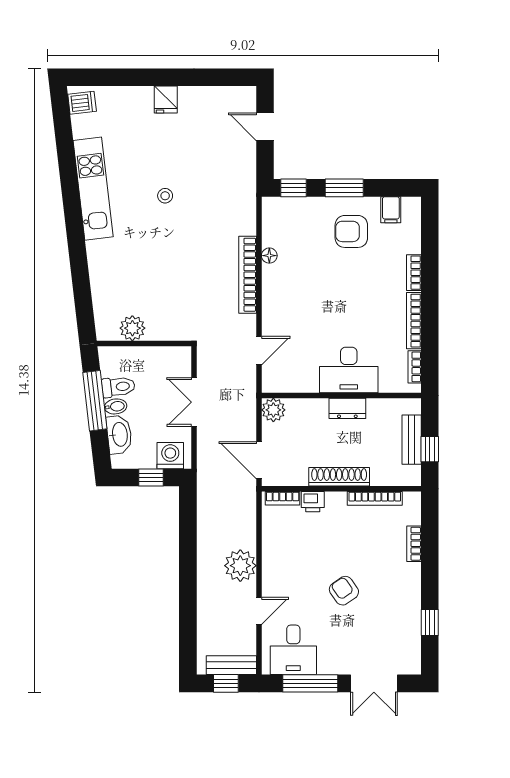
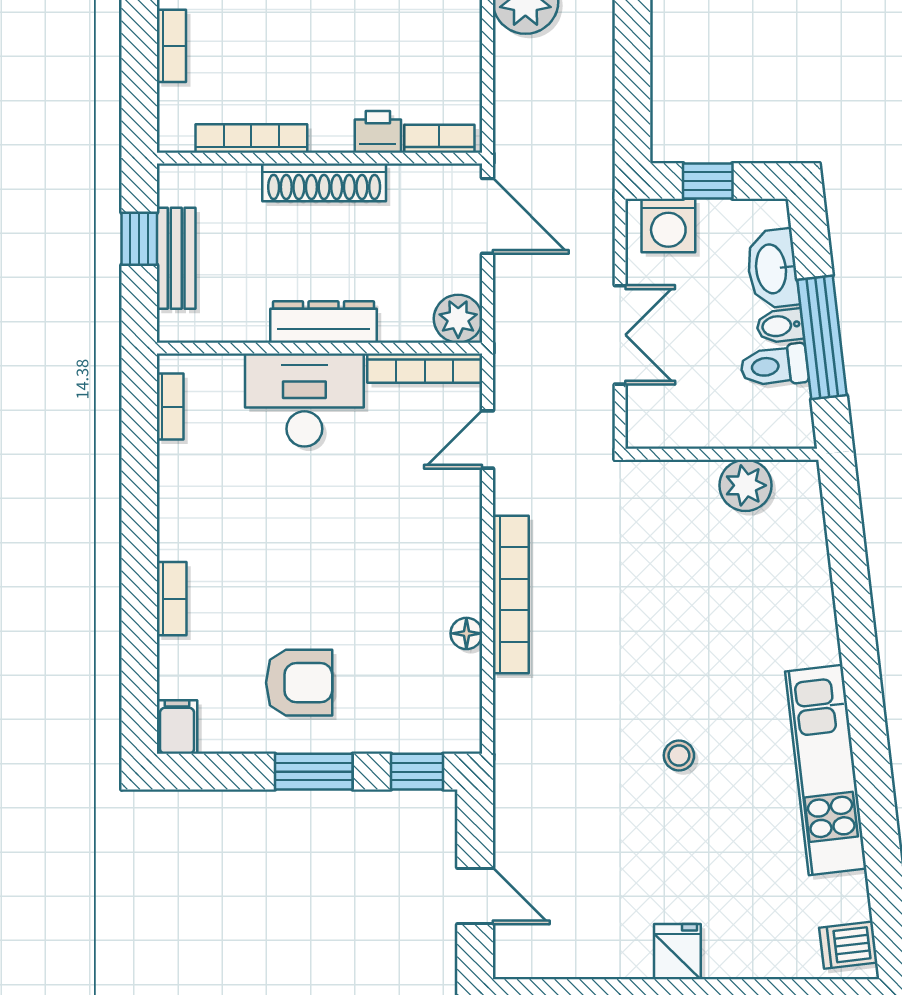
filing cabinet: (391, 210) -> (177, 727), moved
bookcase: (414, 321) -> (425, 368), moved, turned 90
dresser: (347, 408) -> (323, 322), width x1.44

